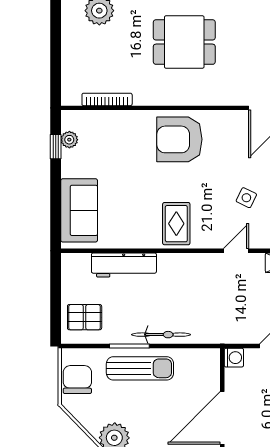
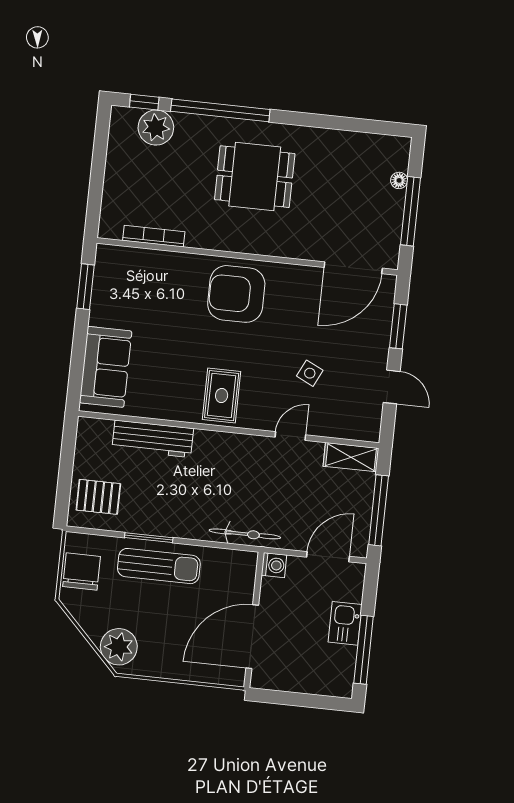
plant: (69, 140) -> (103, 280), removed
window: (56, 147) -> (85, 287), width x1.50
bicycle: (161, 335) -> (245, 534), moved

